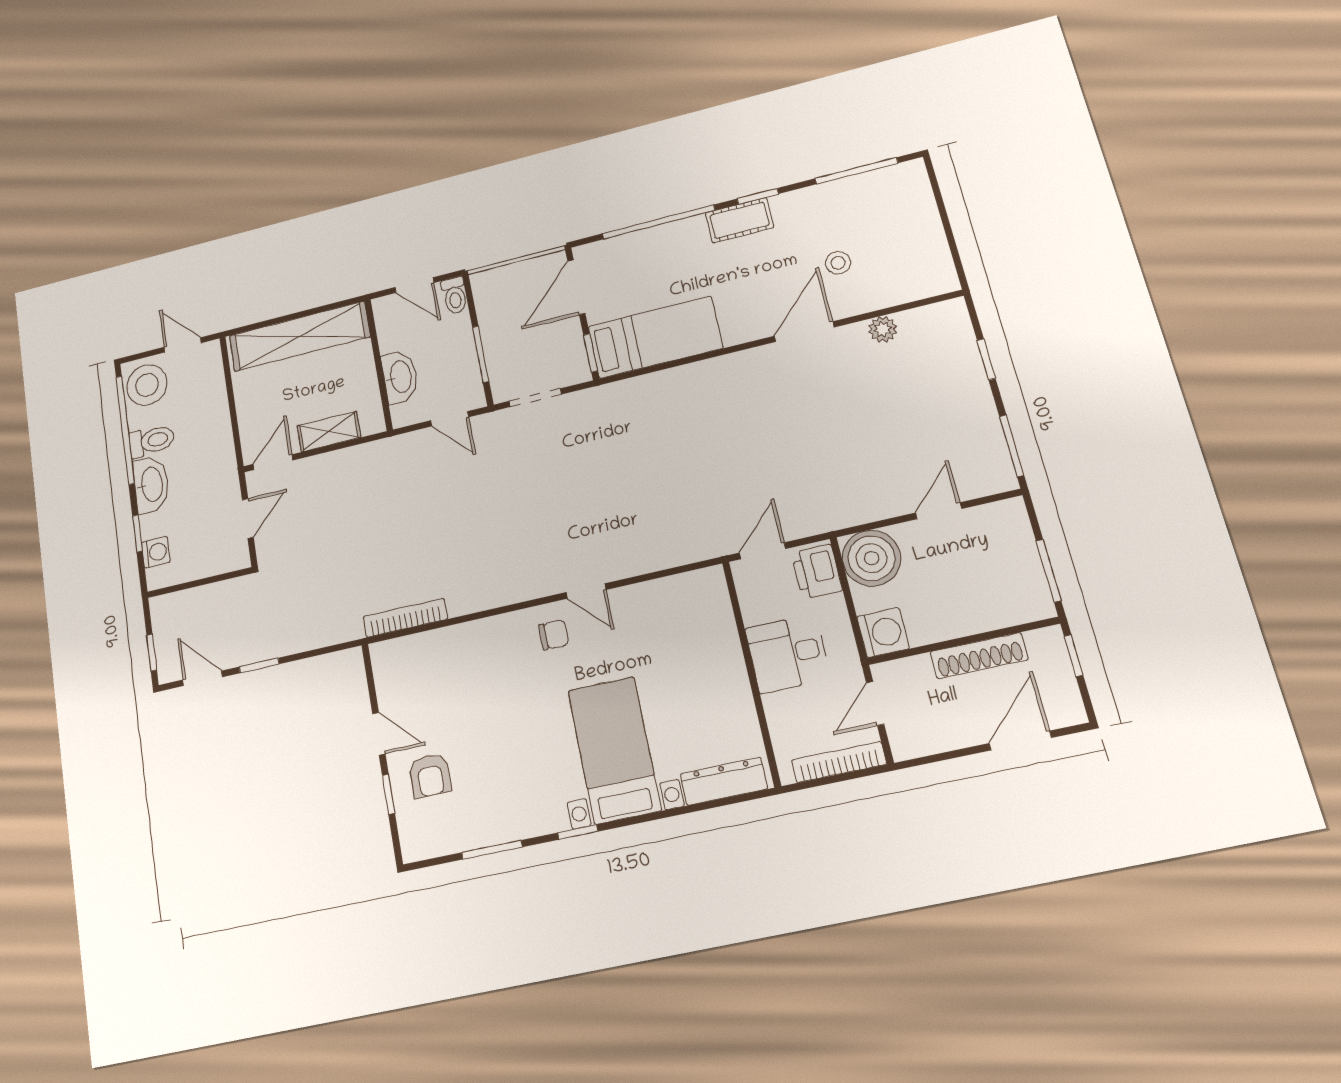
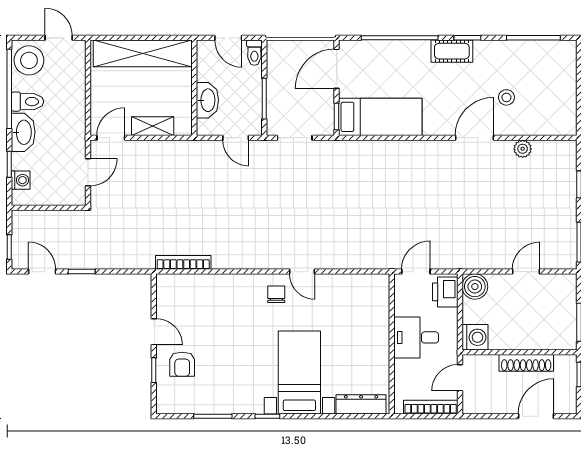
boiler: (872, 558) -> (475, 287), width x0.73, depth x0.73
chair: (554, 635) -> (276, 294), turned -90

